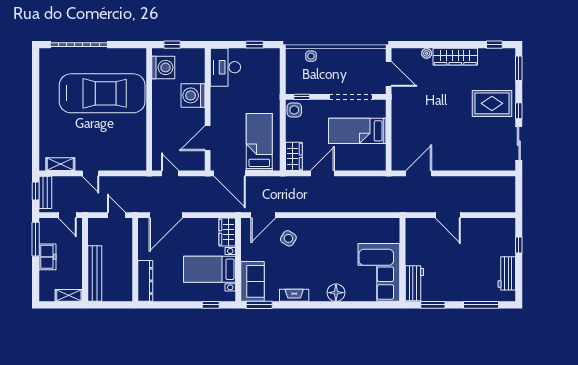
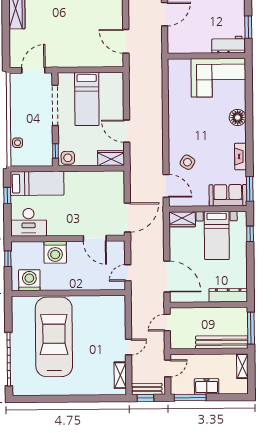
window: (172, 45) -> (8, 259), moved
plant: (427, 53) -> (14, 35), removed
bed: (259, 142) -> (37, 183), moved, turned 180
window: (110, 305) -> (251, 328), added

